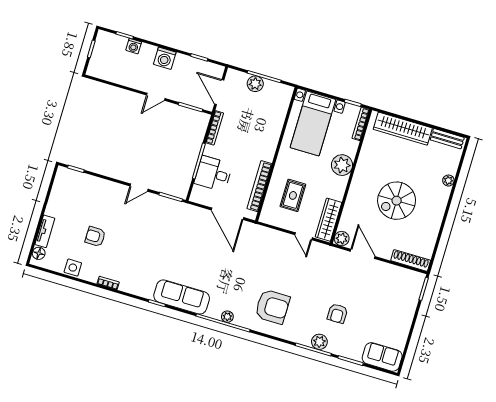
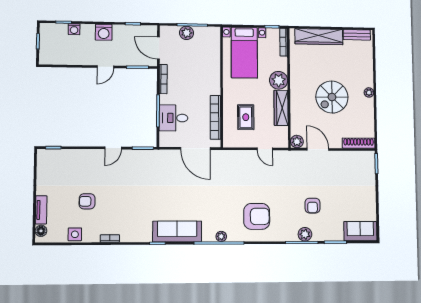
plant: (448, 181) -> (369, 92), moved
wardrobe: (329, 220) -> (281, 108), moved

